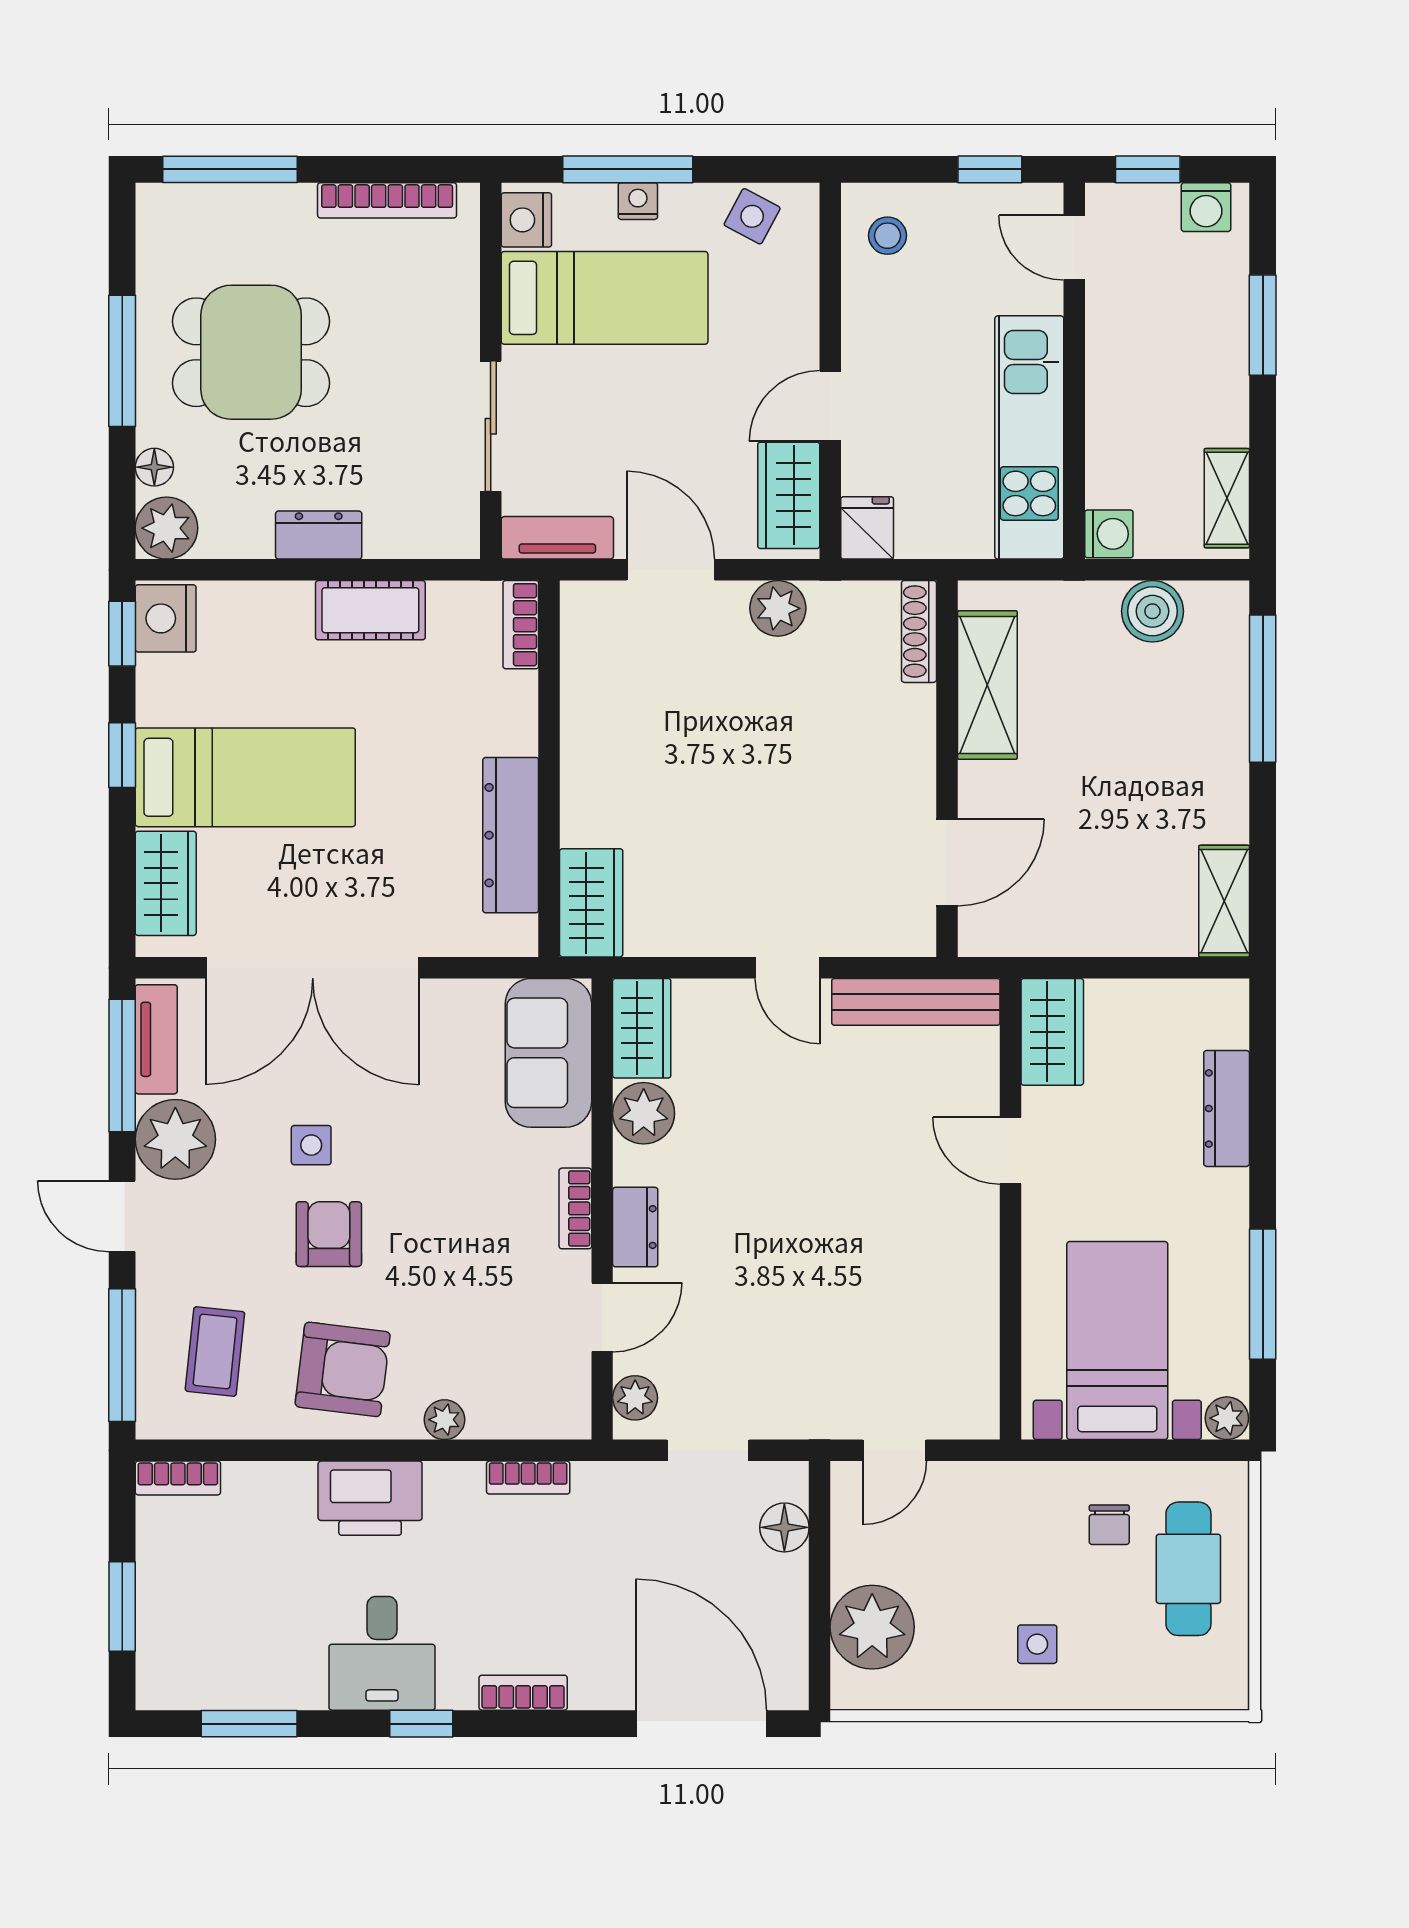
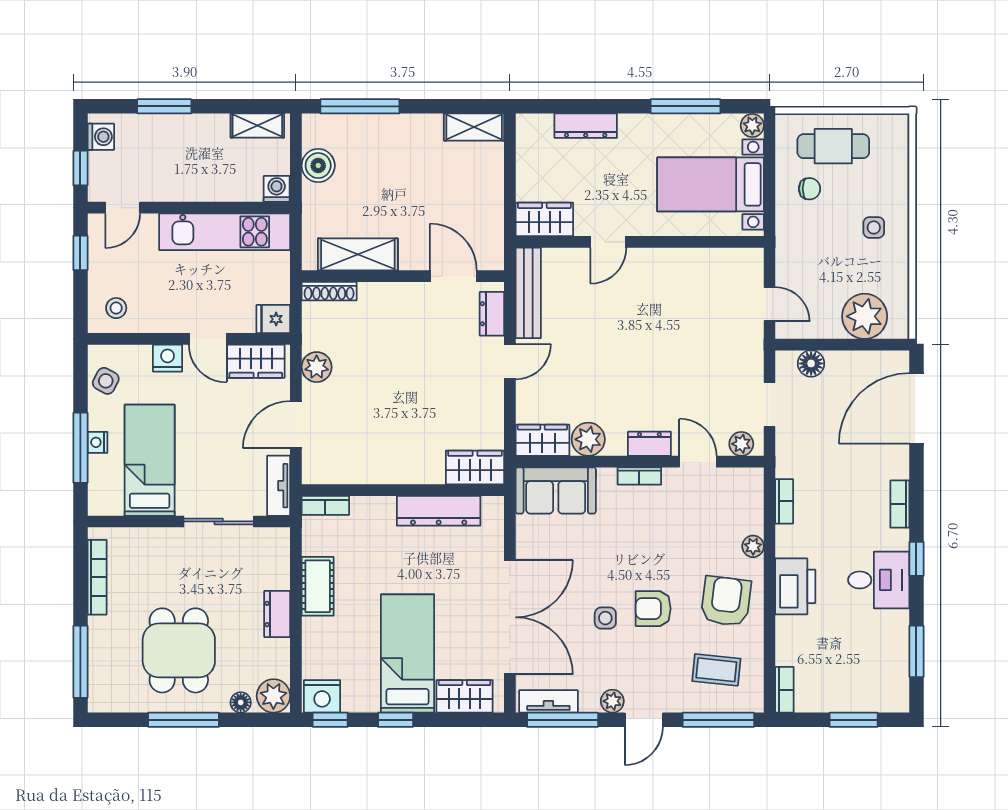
nightstand: (526, 220) -> (168, 358), moved, turned 180
dresser: (877, 934) -> (492, 314), added
plant: (175, 1139) -> (612, 701), width x0.53, depth x0.53

